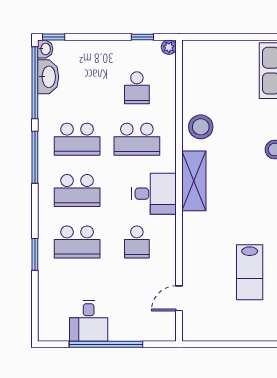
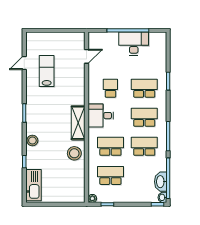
school desk: (137, 88) -> (110, 175), width x1.85
desk: (89, 321) -> (134, 44), width x1.37

